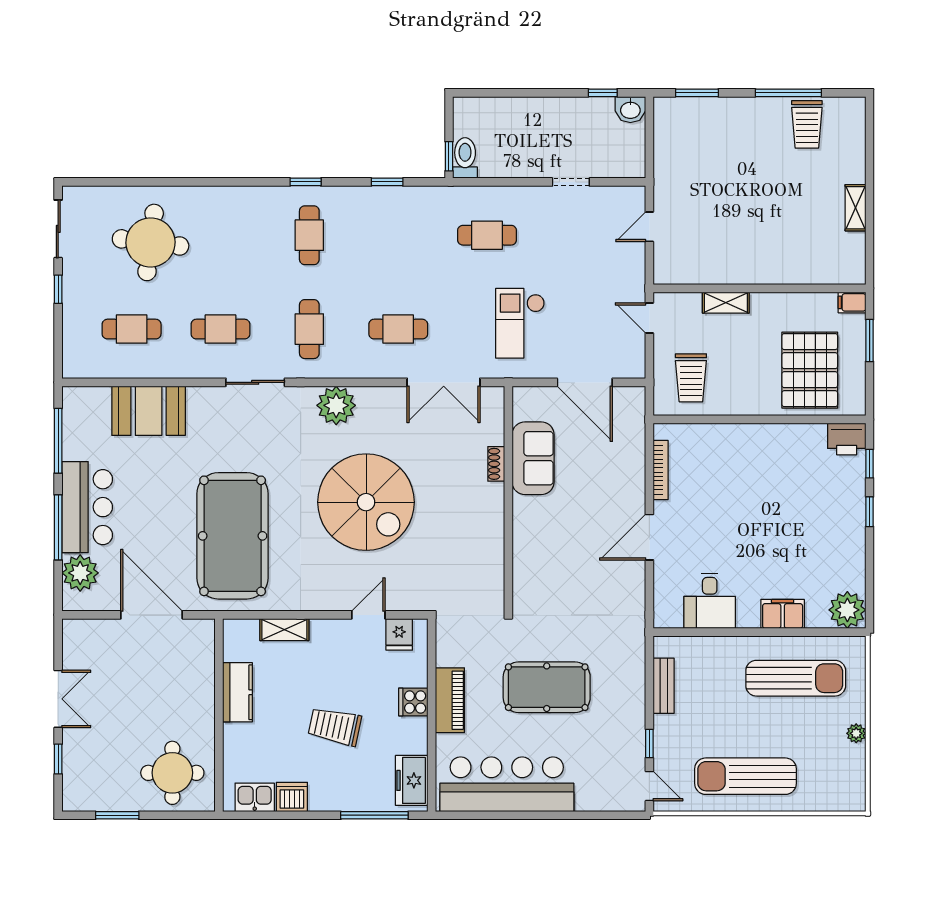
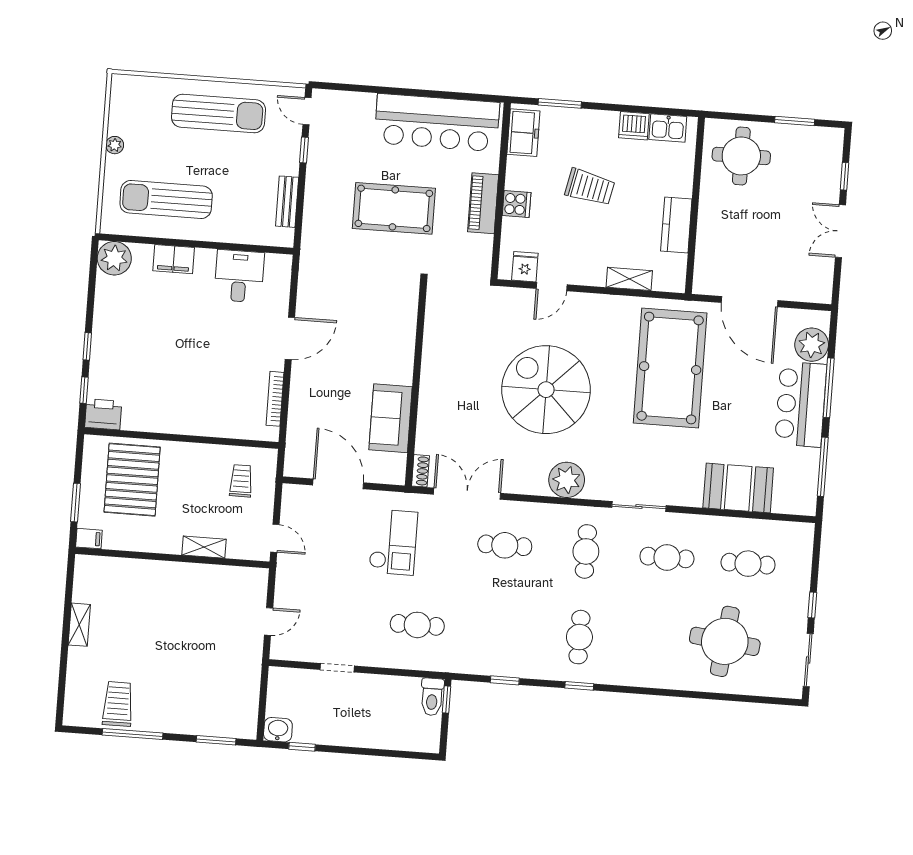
trolley: (691, 378) -> (241, 481), width x0.73, depth x0.72
shoe rack: (496, 464) -> (420, 471), moved
window: (374, 815) -> (560, 103), width x0.69

